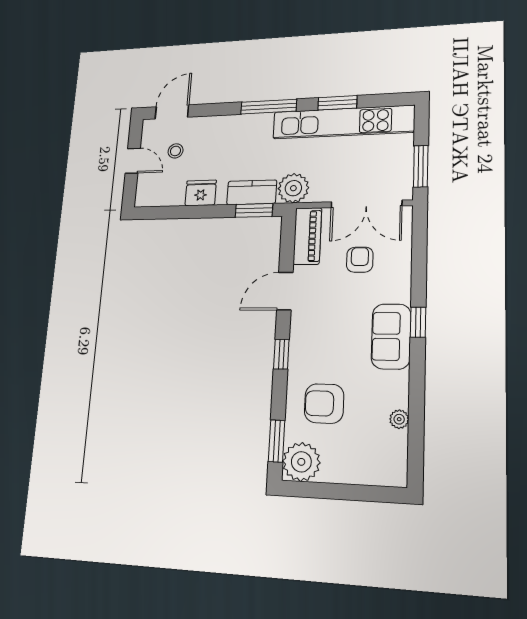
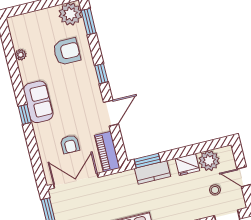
plant: (293, 188) -> (209, 161), moved

